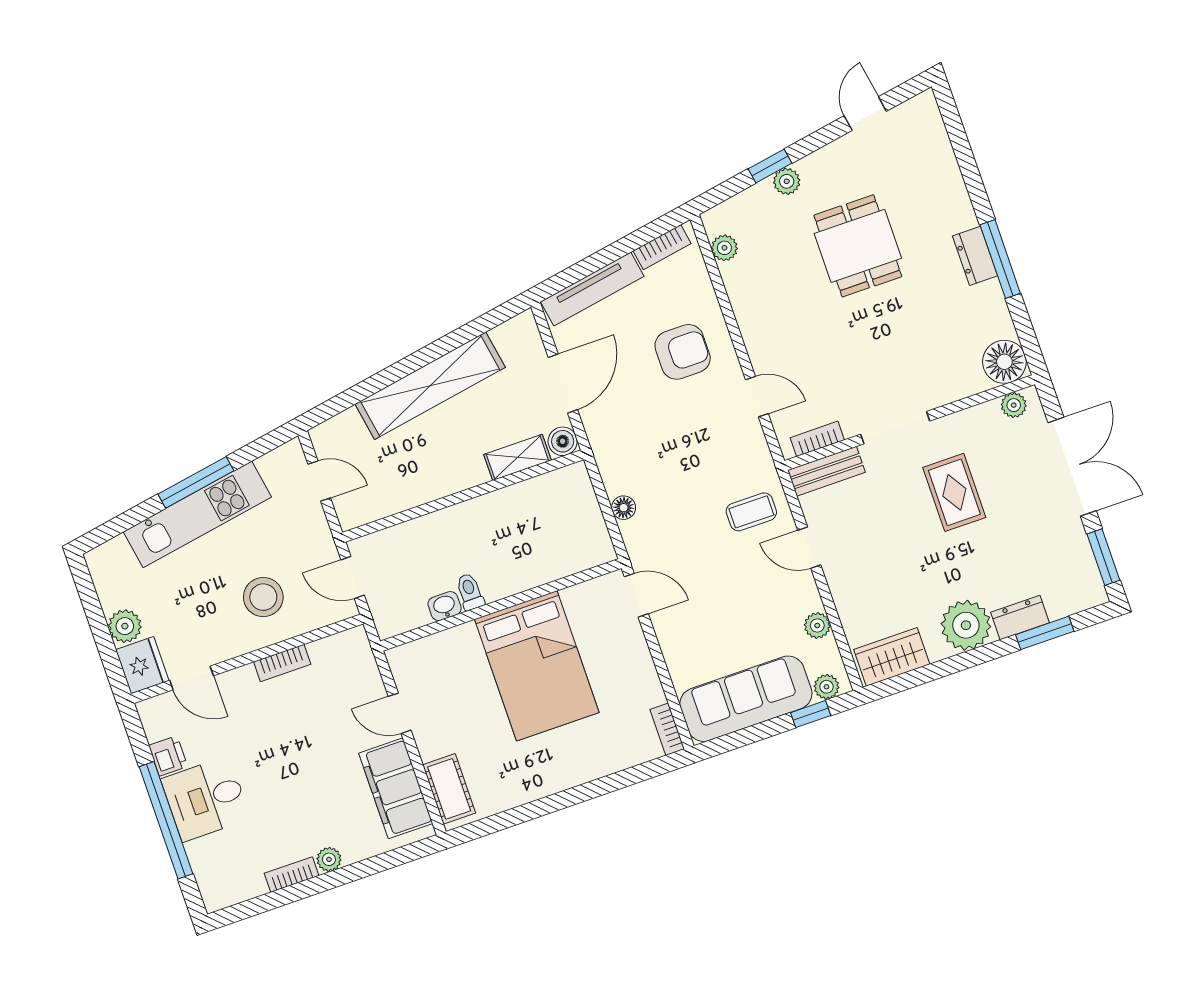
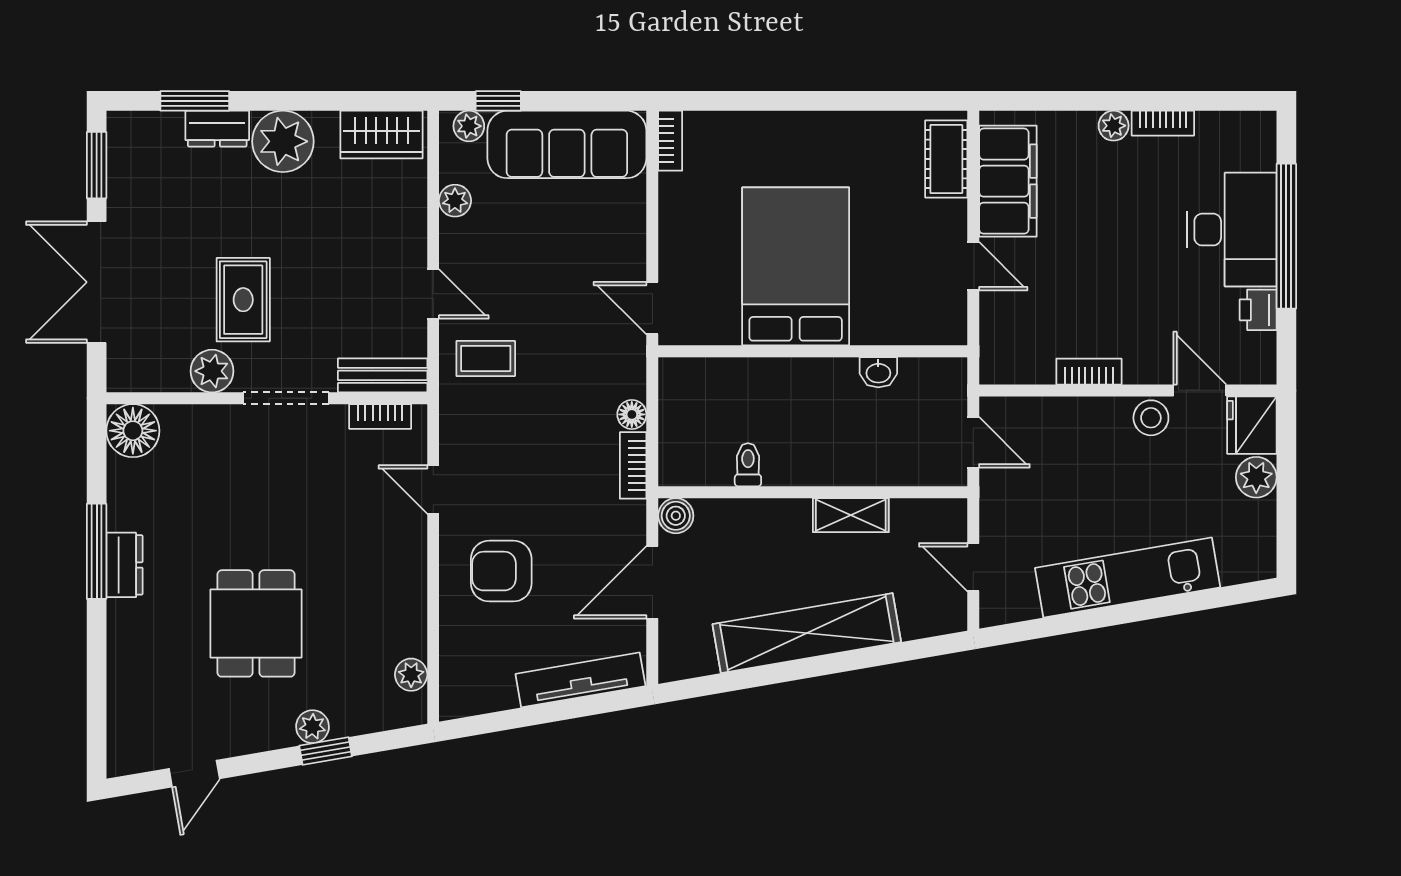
bookcase: (662, 247) -> (633, 465), moved, turned -80
plant: (1014, 405) -> (212, 371), moved, width x1.38, depth x1.38
shelving: (517, 457) -> (851, 515), moved
window: (196, 482) -> (1116, 615), removed
toilet: (470, 592) -> (748, 465), moved, turned 180
stool: (263, 597) -> (1151, 418), moved, width x0.73, depth x0.73
desk: (206, 799) -> (1232, 230), width x1.37

